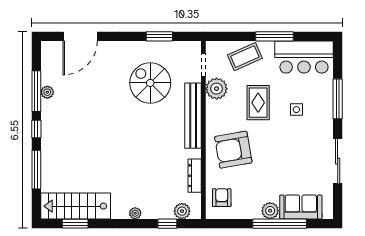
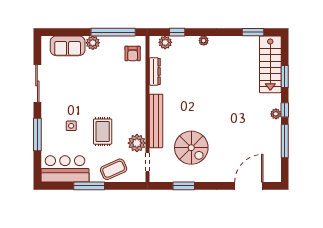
plant: (47, 92) -> (276, 114), moved
armchair: (233, 150) -> (123, 93), removed
window: (36, 170) -> (285, 76), width x0.69
stairs: (76, 206) -> (270, 64), moved, turned 90
window: (280, 224) -> (113, 32), moved

